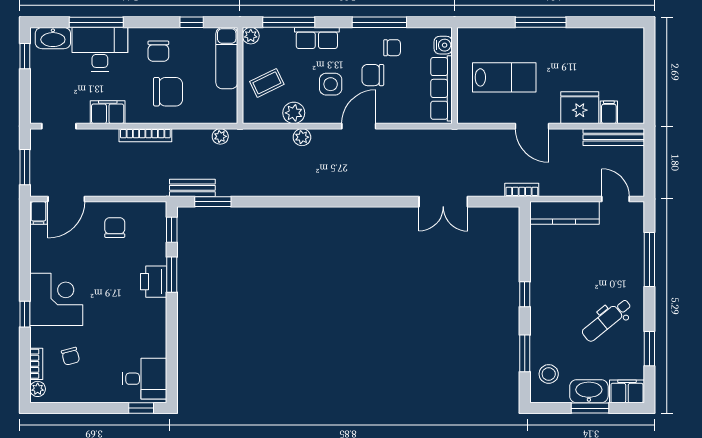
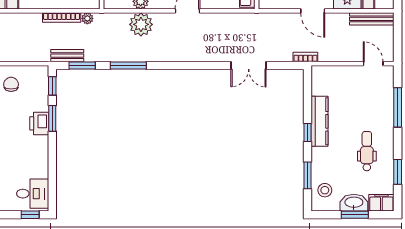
bookcase: (145, 135) -> (62, 18), moved
plant: (302, 137) -> (141, 24), width x1.88, depth x1.88
window: (277, 202) -> (128, 66), added
kitchen counter: (564, 213) -> (320, 121), moved, turned -90
dental chair: (607, 320) -> (367, 151), turned 129

